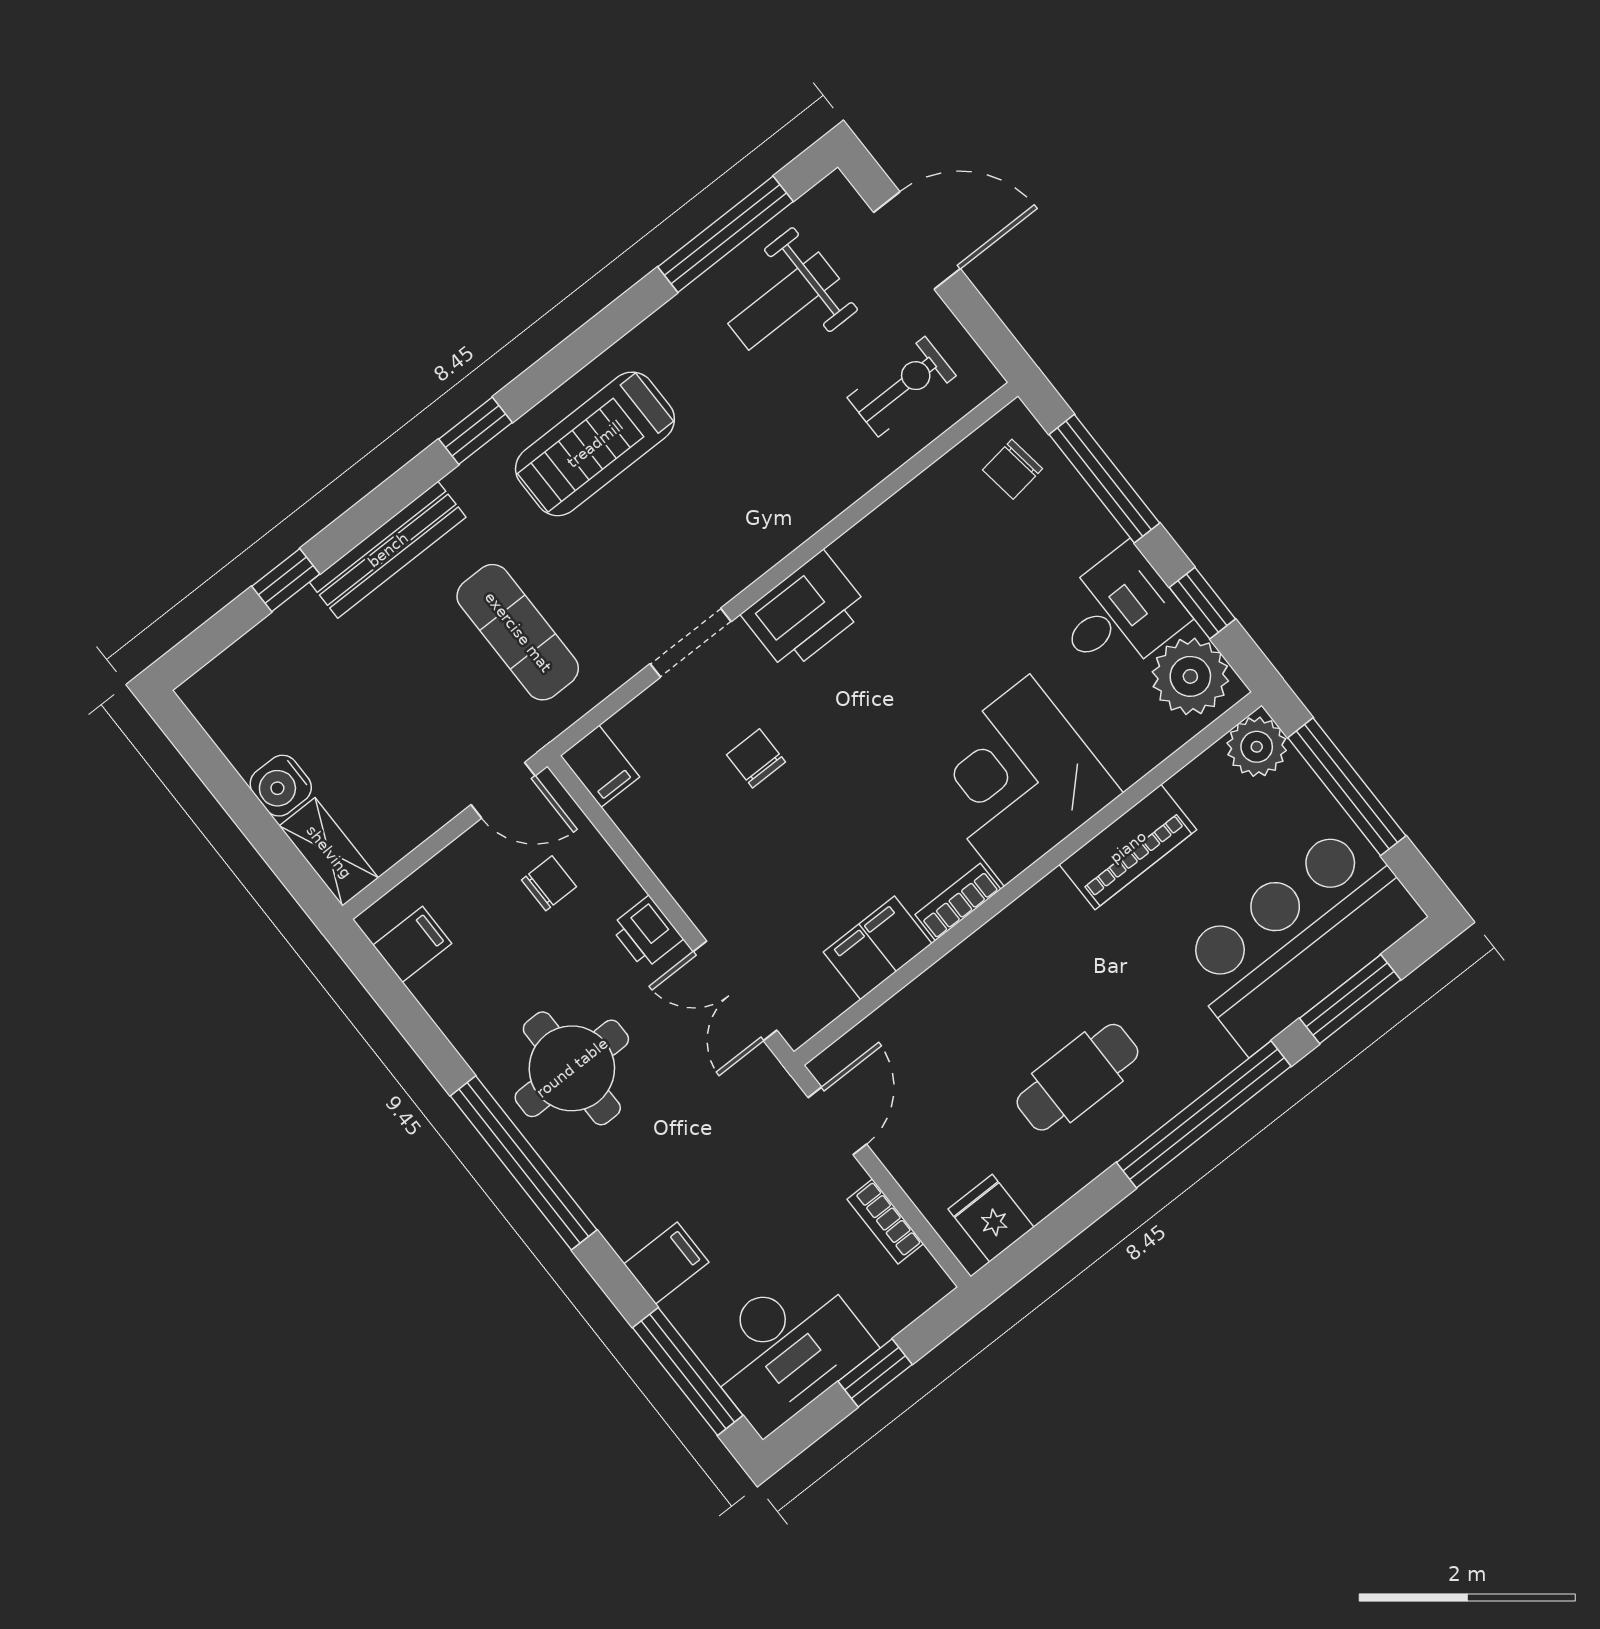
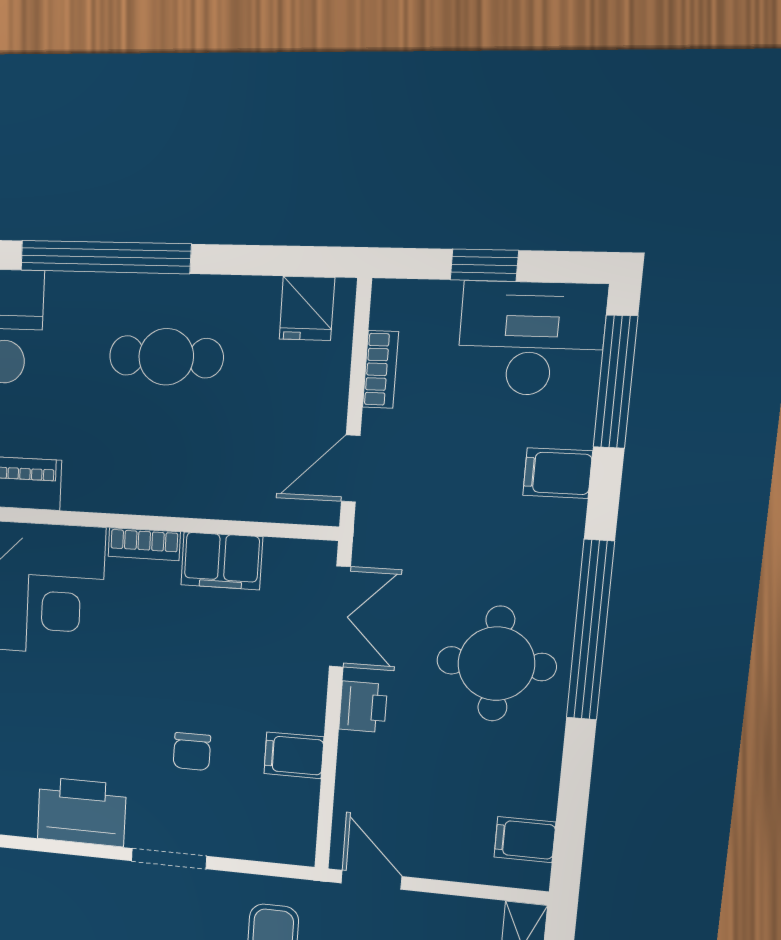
filing cabinet: (600, 766) -> (294, 755), moved, turned -90
chair: (549, 883) -> (397, 796), removed

